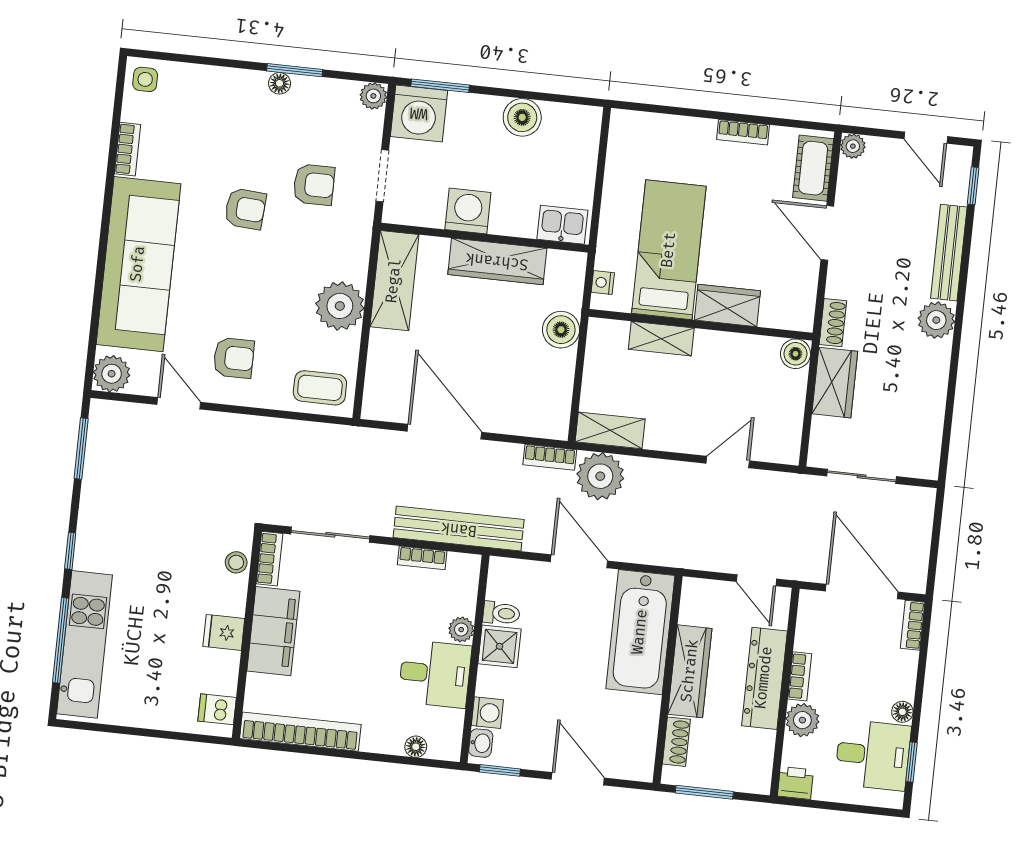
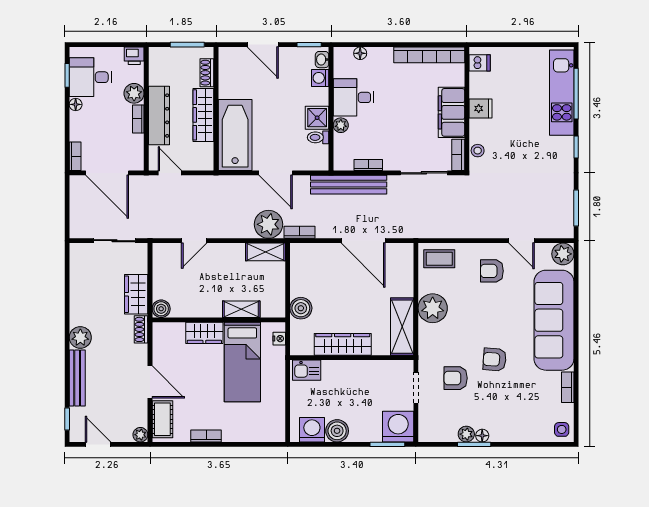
plant: (373, 96) -> (466, 434), moved
washing machine: (468, 211) -> (312, 430), moved, turned 180

